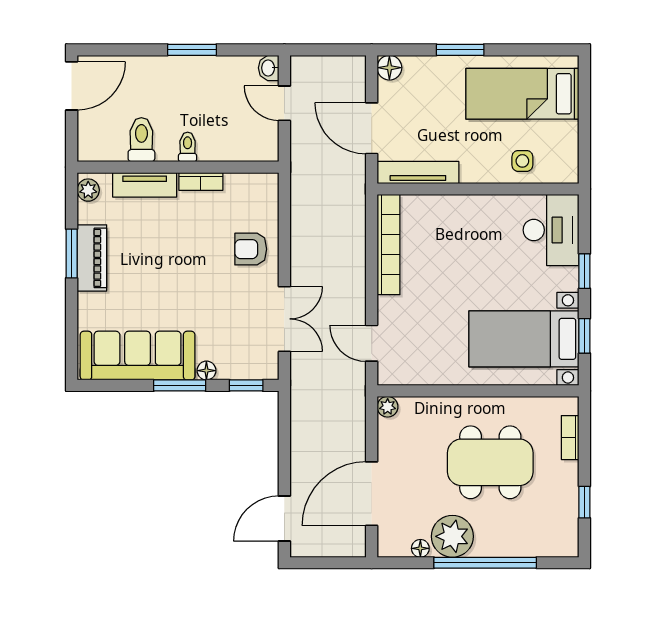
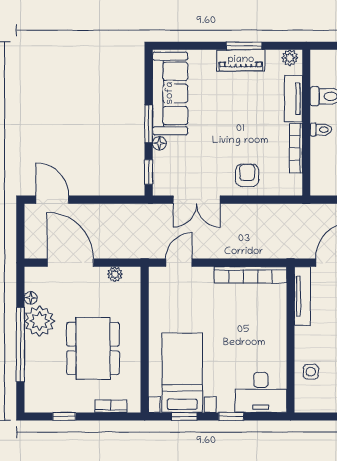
bookcase: (201, 181) -> (296, 148), width x1.56
plant: (388, 407) -> (115, 274), moved

